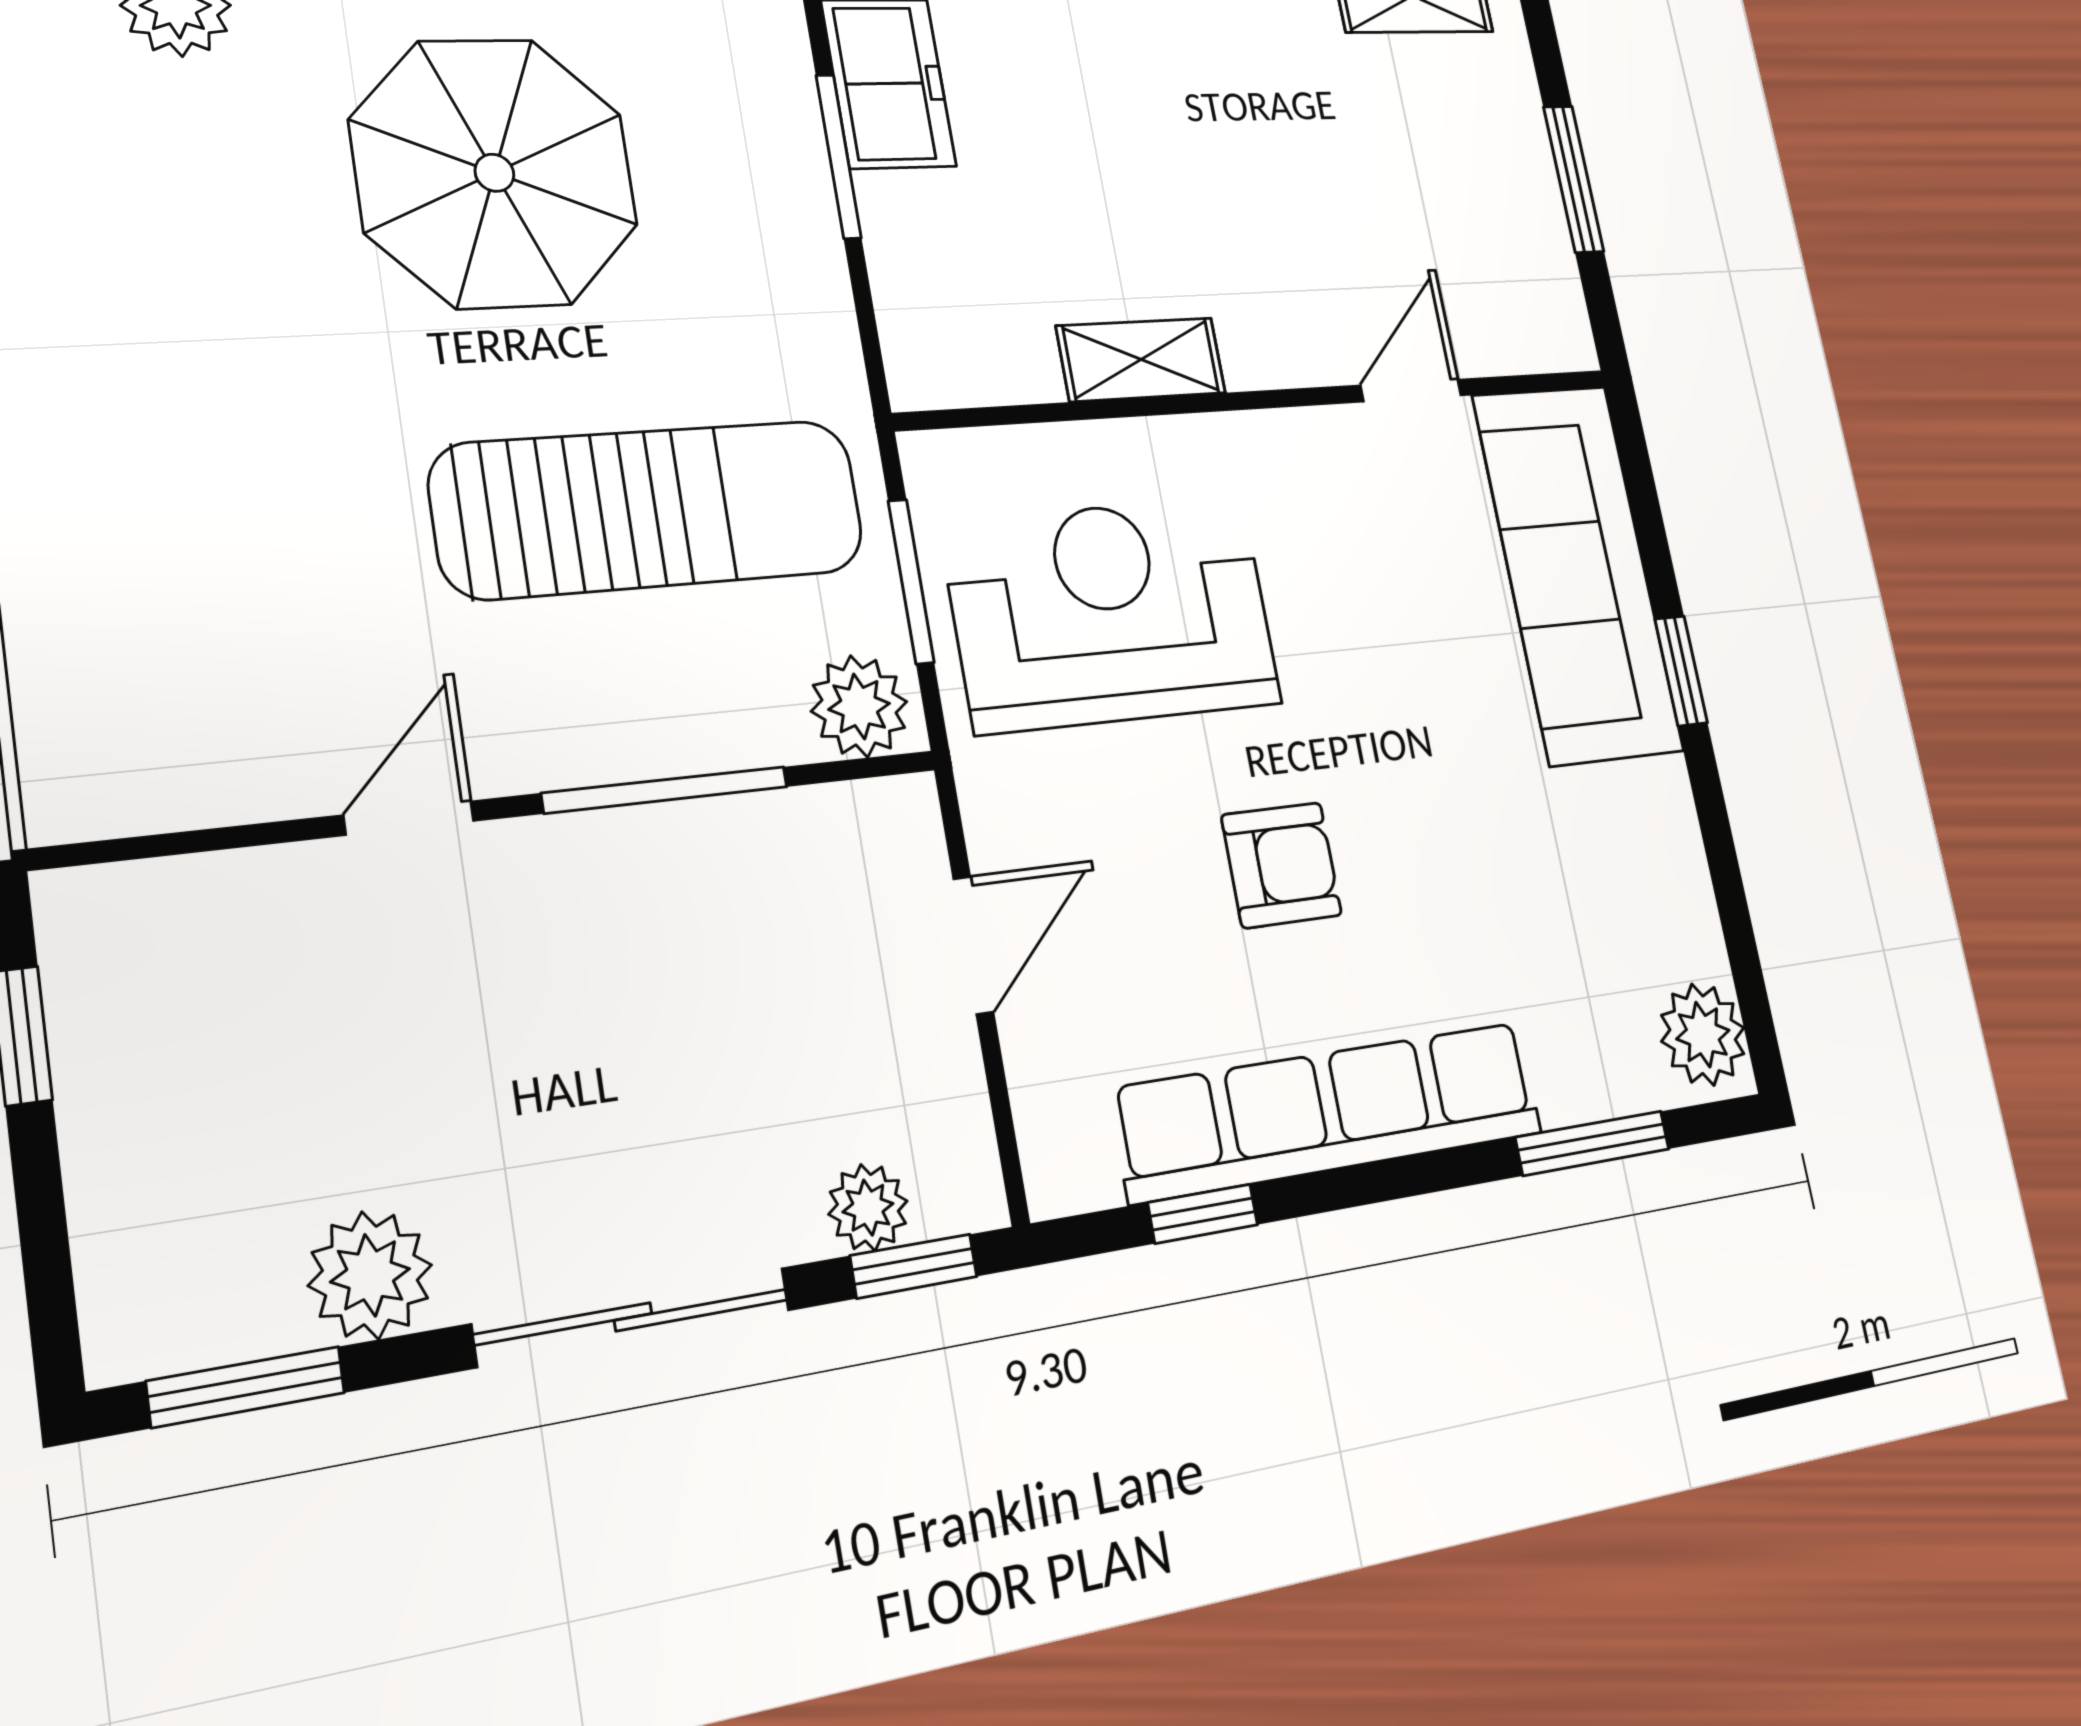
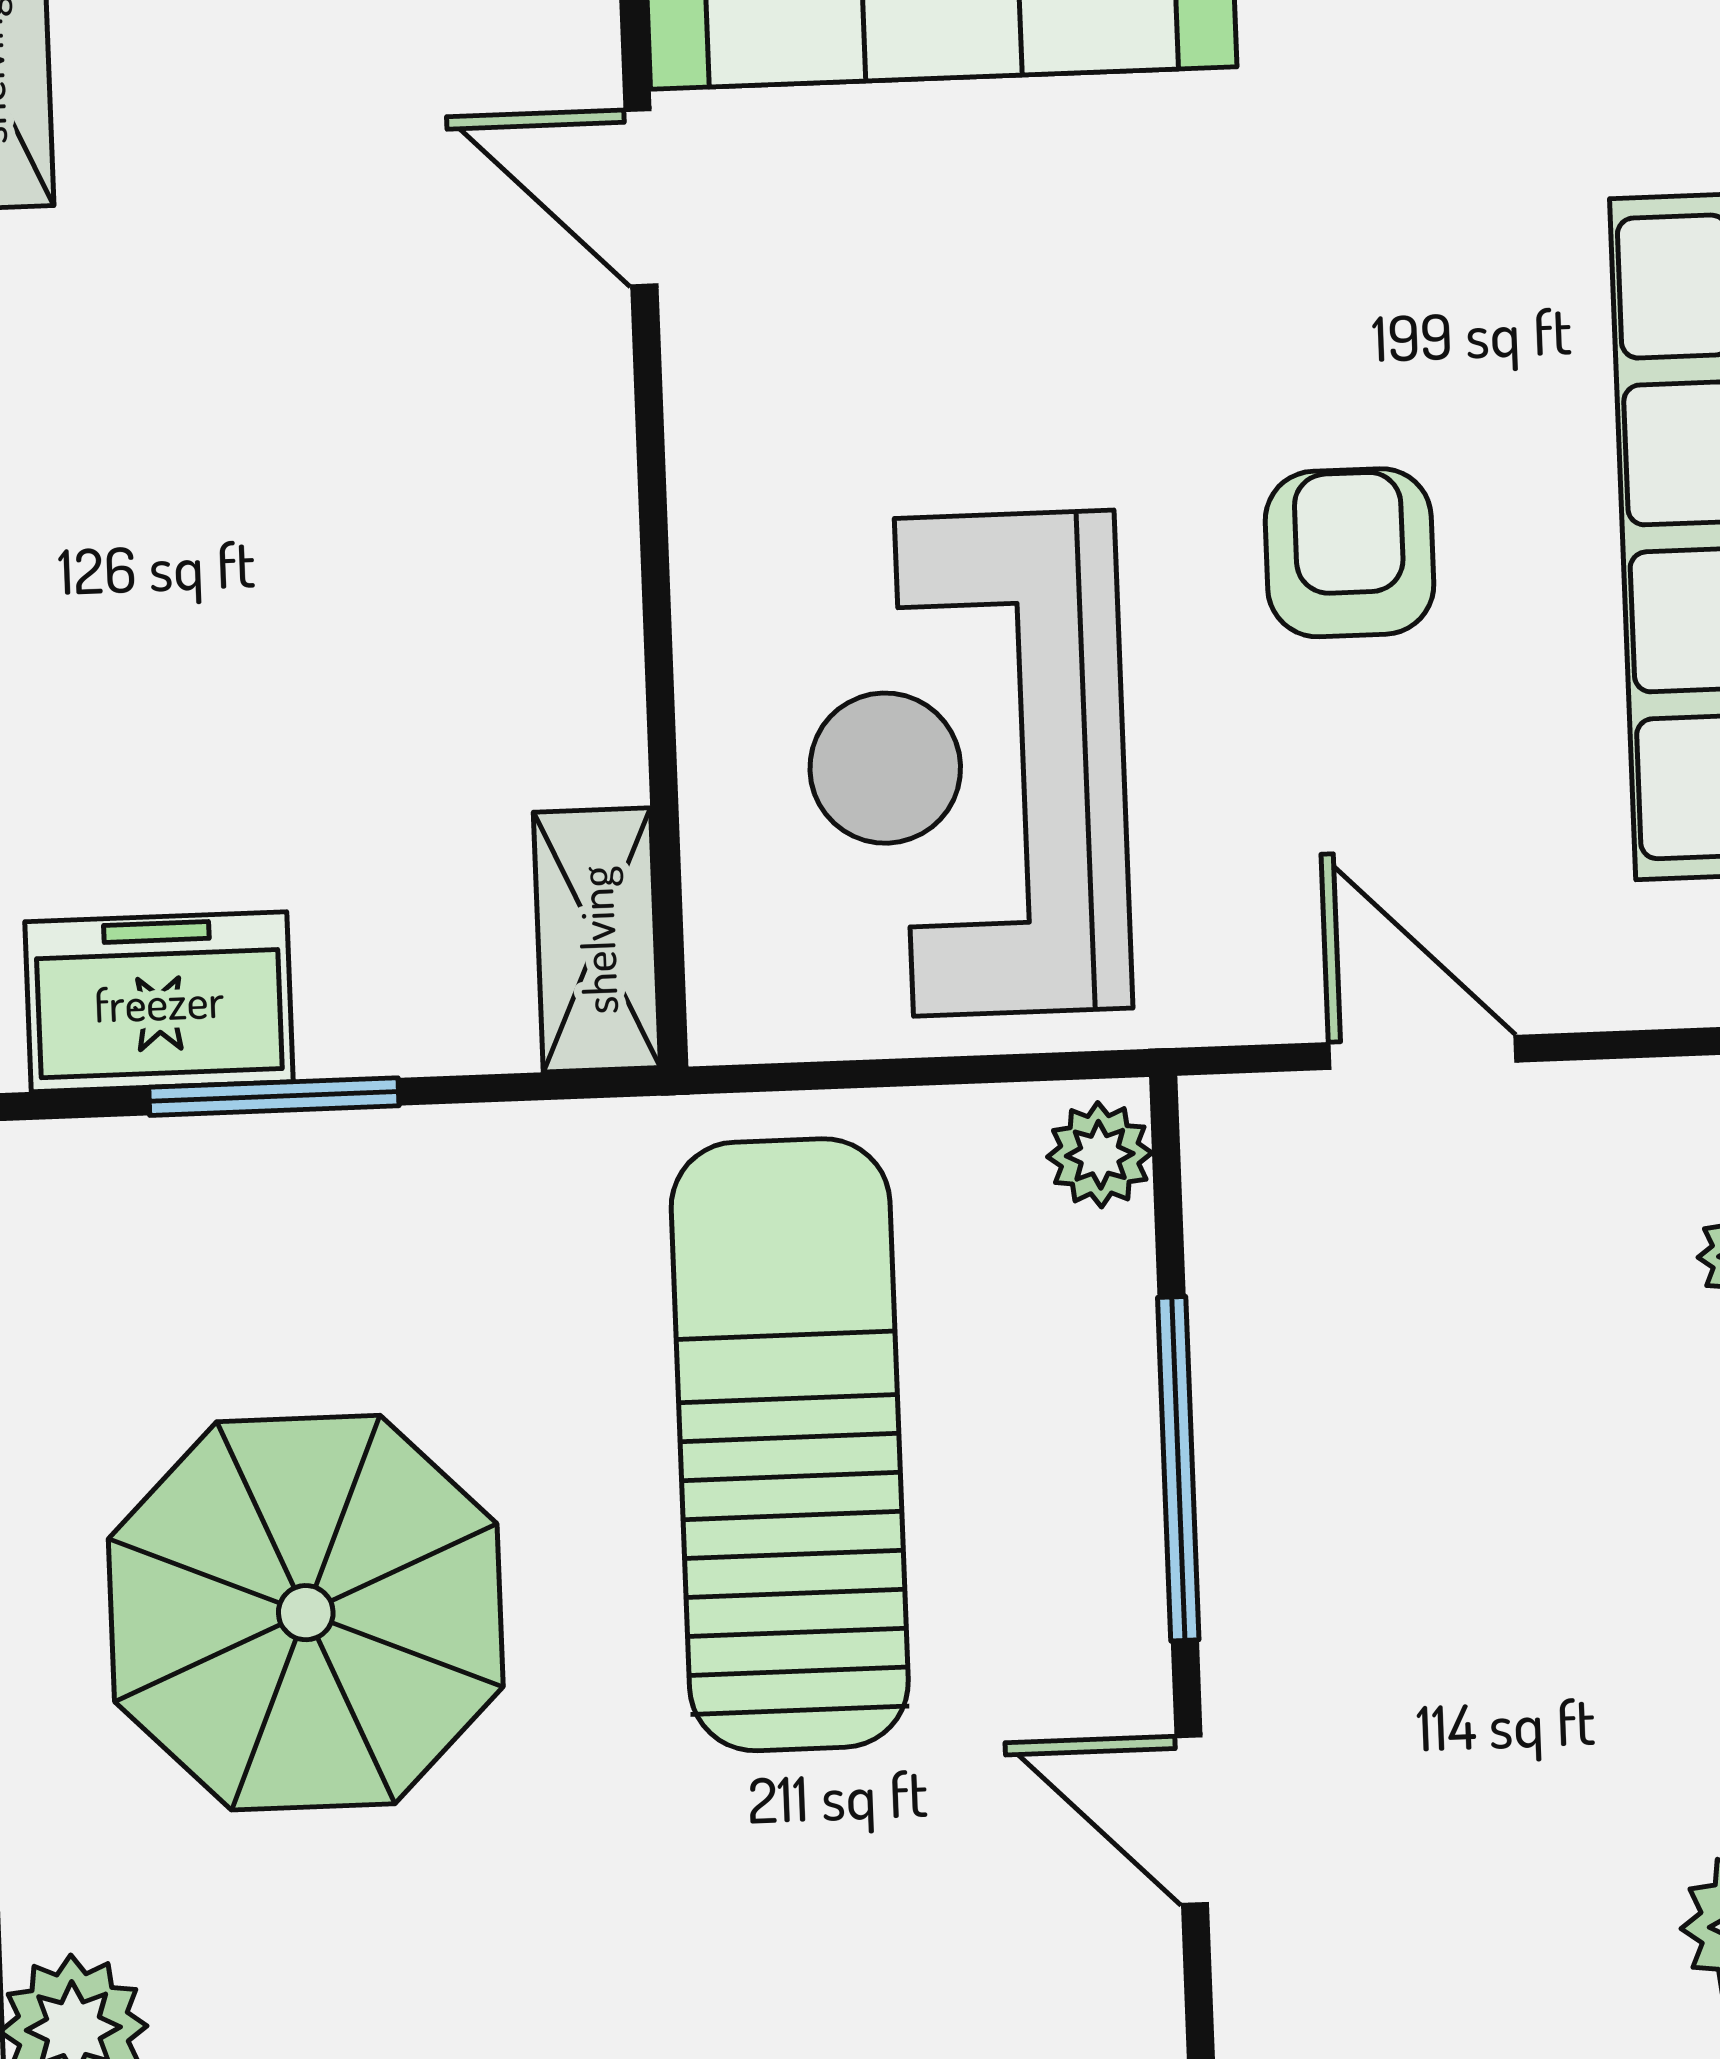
shelving: (1141, 360) -> (597, 940), moved
window: (911, 582) -> (907, 1072), removed
plant: (859, 706) -> (1100, 1155), width x0.73, depth x0.73

